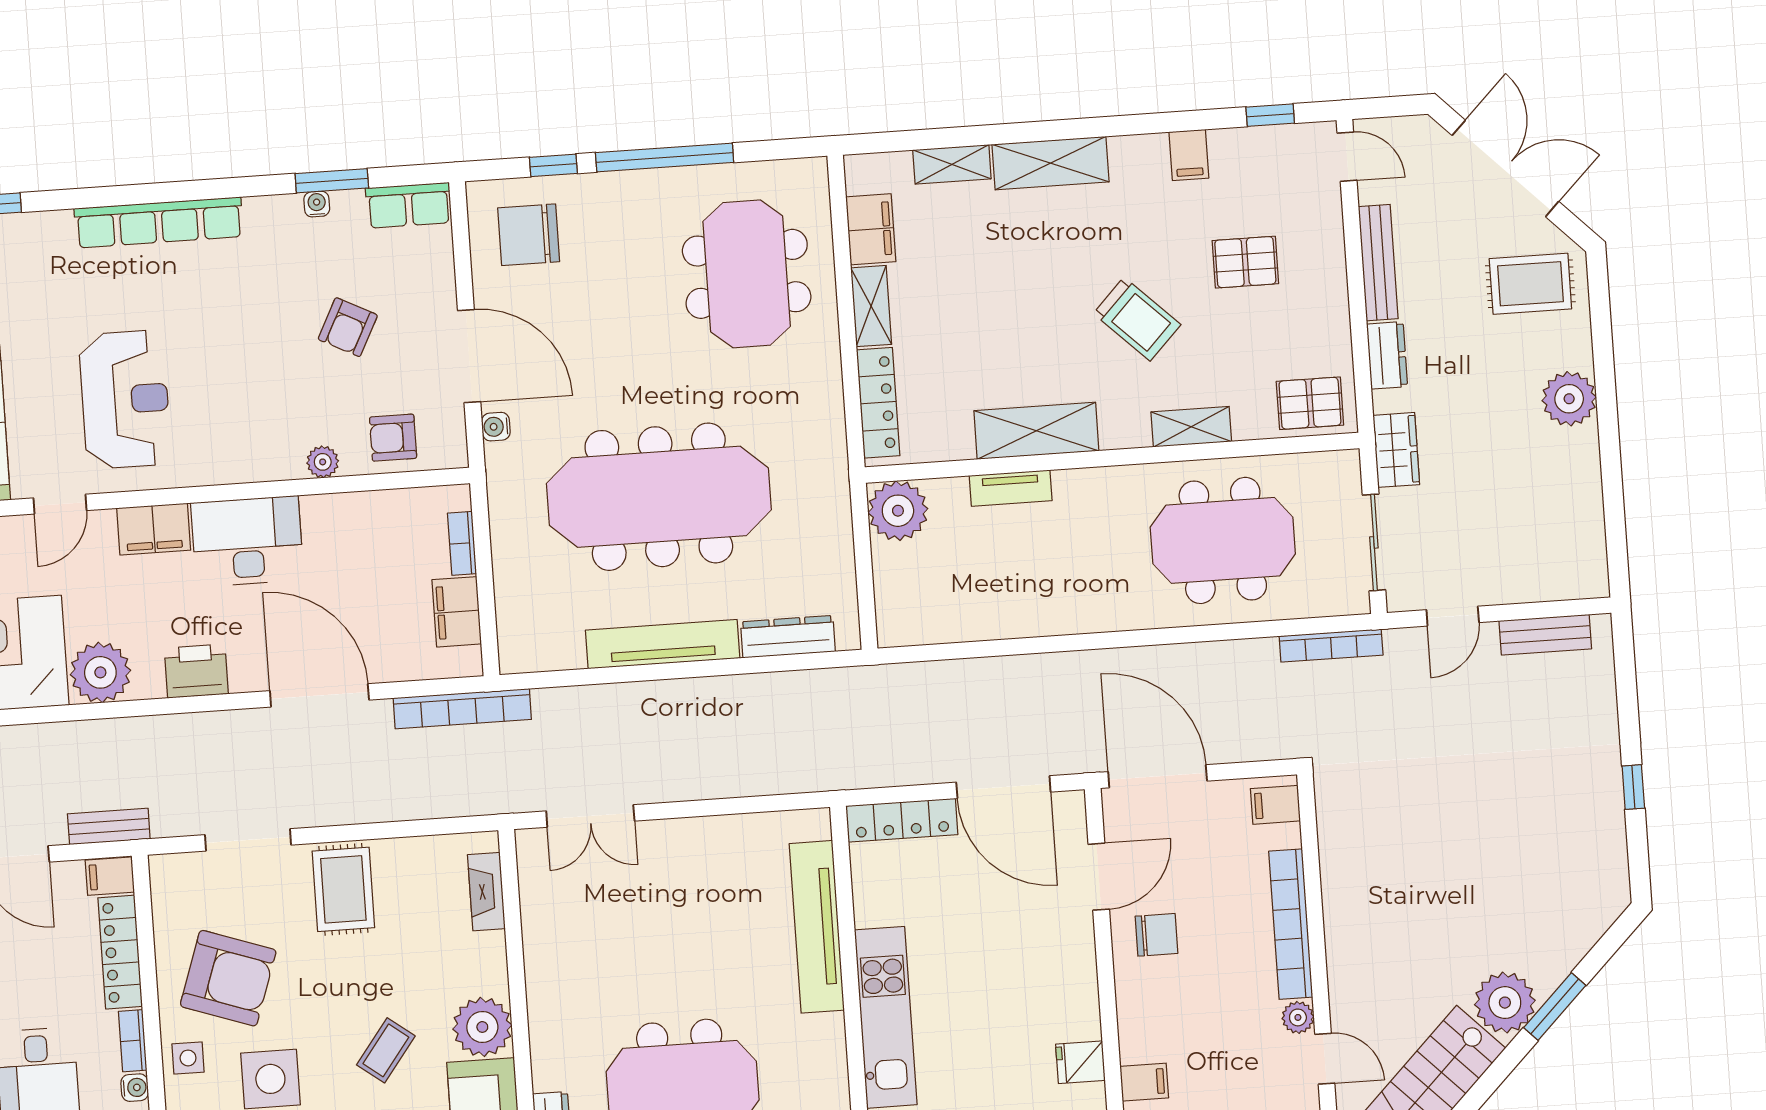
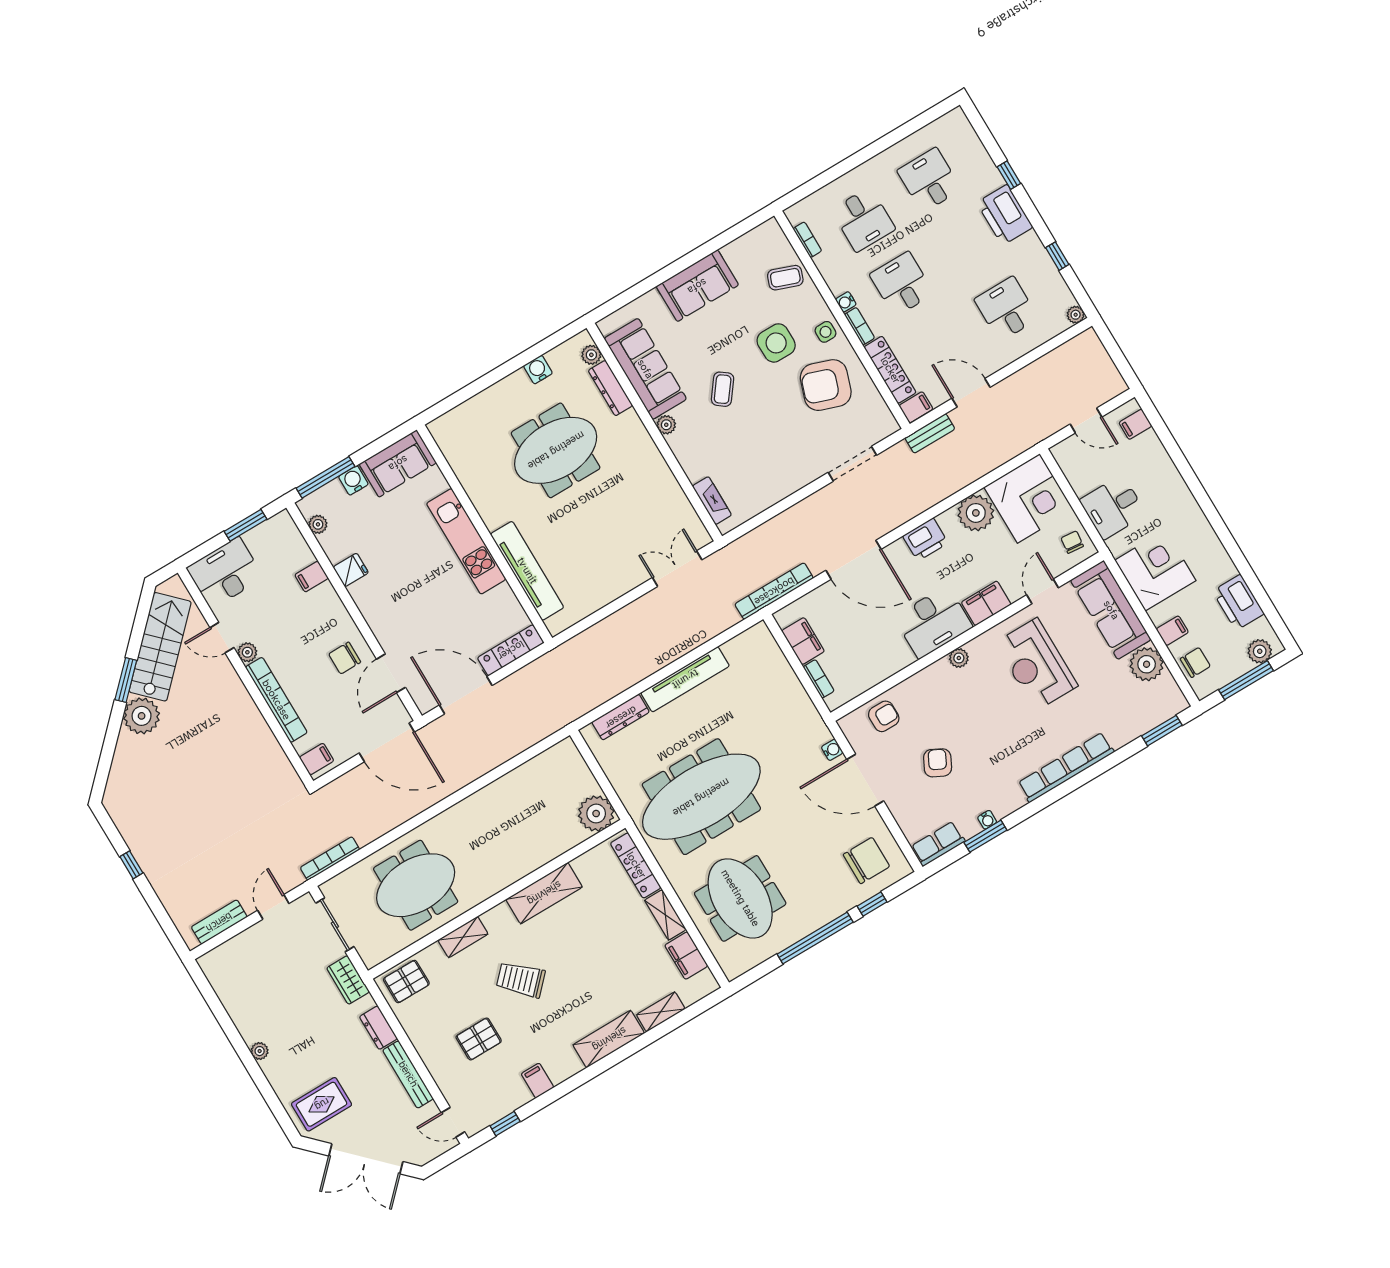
plant: (1569, 399) -> (260, 1051), width x0.53, depth x0.53
plant: (323, 462) -> (959, 658), moved
tv unit: (1011, 488) -> (542, 856), removed
meeting table: (659, 497) -> (701, 797), moved
rug: (343, 889) -> (788, 463), removed
window: (1555, 1006) -> (126, 680), moved
plant: (482, 1027) -> (666, 425), width x0.53, depth x0.53

